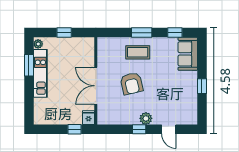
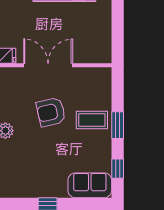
window: (64, 33) -> (118, 24), removed
coffee table: (138, 52) -> (92, 120), turned 90

